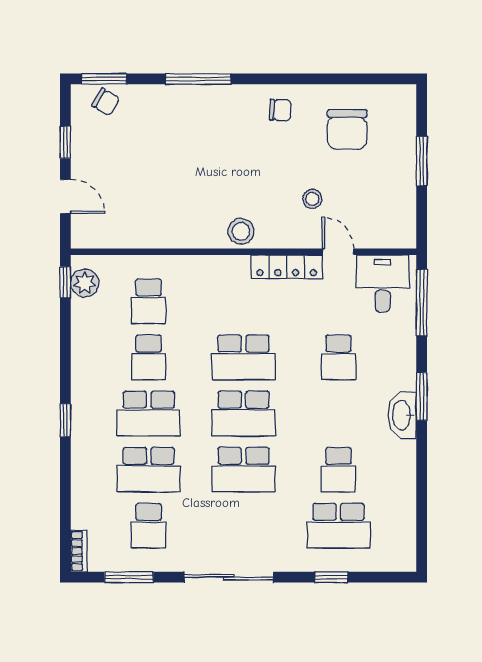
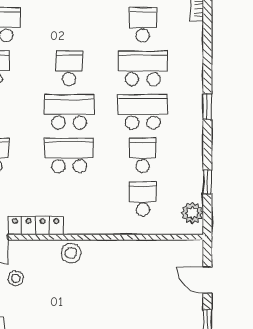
window: (65, 282) -> (207, 182), moved
school desk: (244, 470) -> (69, 68), width x0.54

